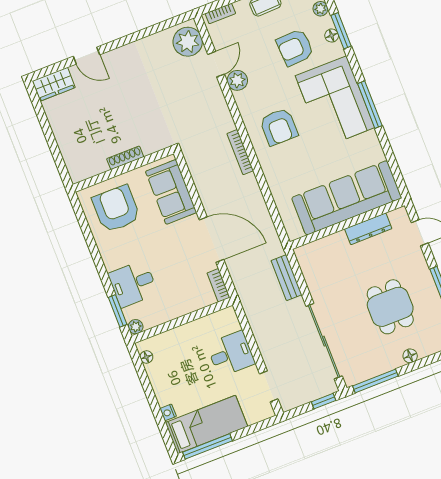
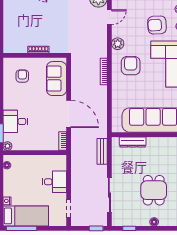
plant: (237, 80) -> (118, 44), moved
armchair: (279, 127) -> (131, 66), turned 180
armchair: (116, 209) -> (22, 76), width x0.53, depth x0.53
dresser: (368, 229) -> (133, 142), moved
sliding door: (324, 341) -> (109, 195), width x0.73
window: (375, 381) -> (129, 228), width x0.46

